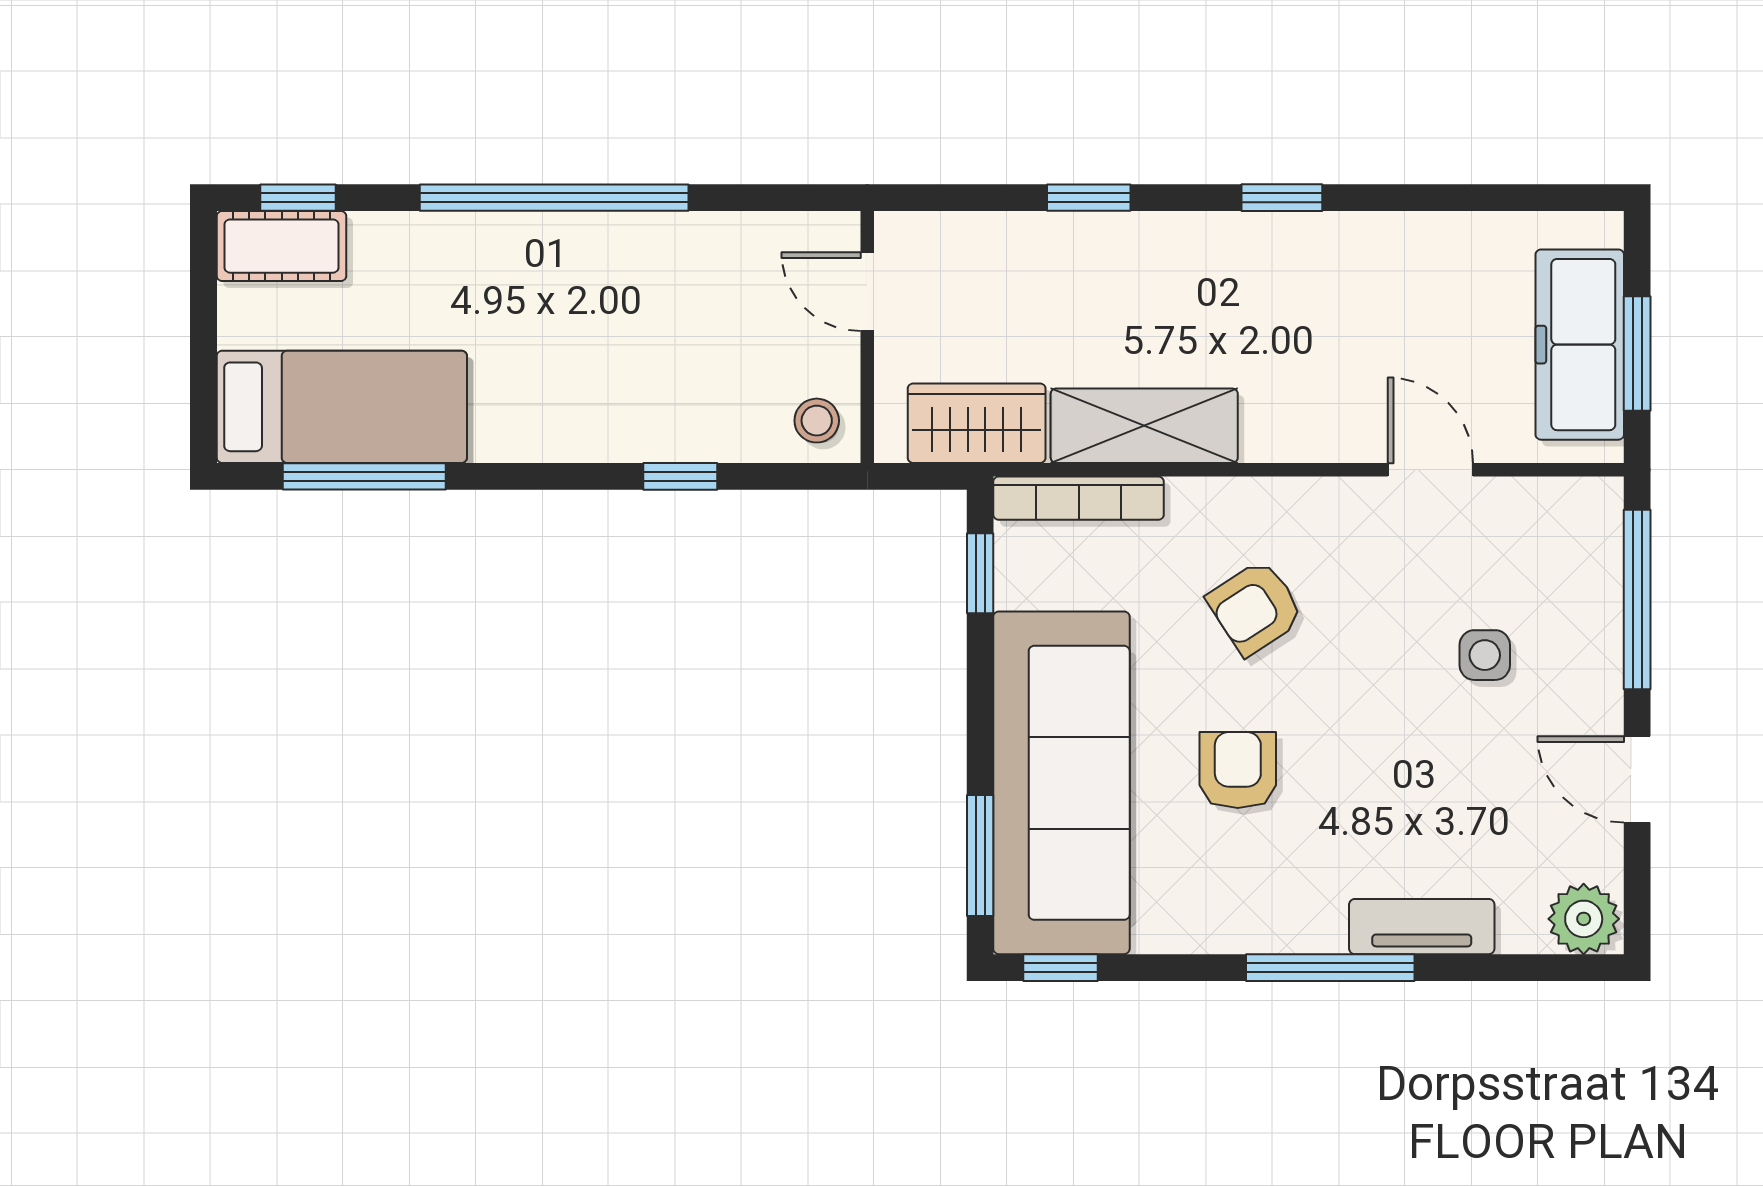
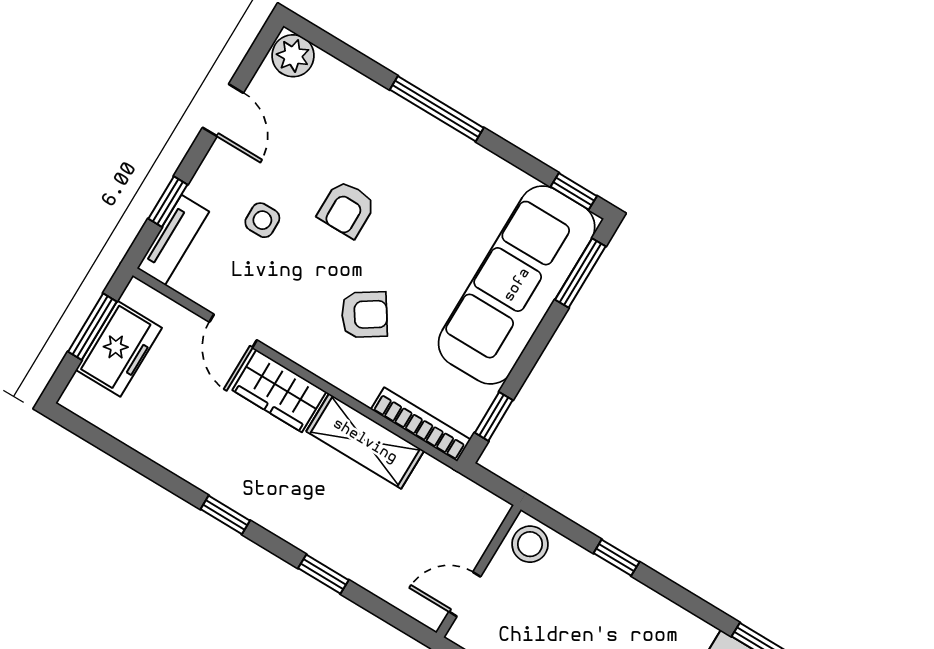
door: (867, 292) -> (465, 594), swing flipped
freezer: (1580, 345) -> (119, 349), width x0.71
stool: (817, 421) -> (530, 544), width x1.37, depth x1.37
wardrobe: (977, 423) -> (279, 391), moved
window: (1637, 599) -> (168, 202), width x0.46
armchair: (1238, 770) -> (347, 209), moved
tv unit: (1422, 927) -> (173, 240), moved, turned -90

